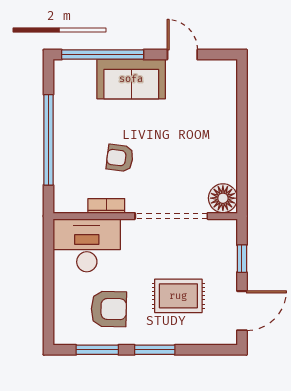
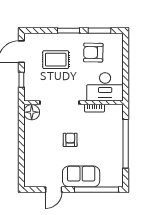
door: (182, 55) -> (54, 190), hinge flipped
armchair: (120, 158) -> (70, 140), moved, turned -97

